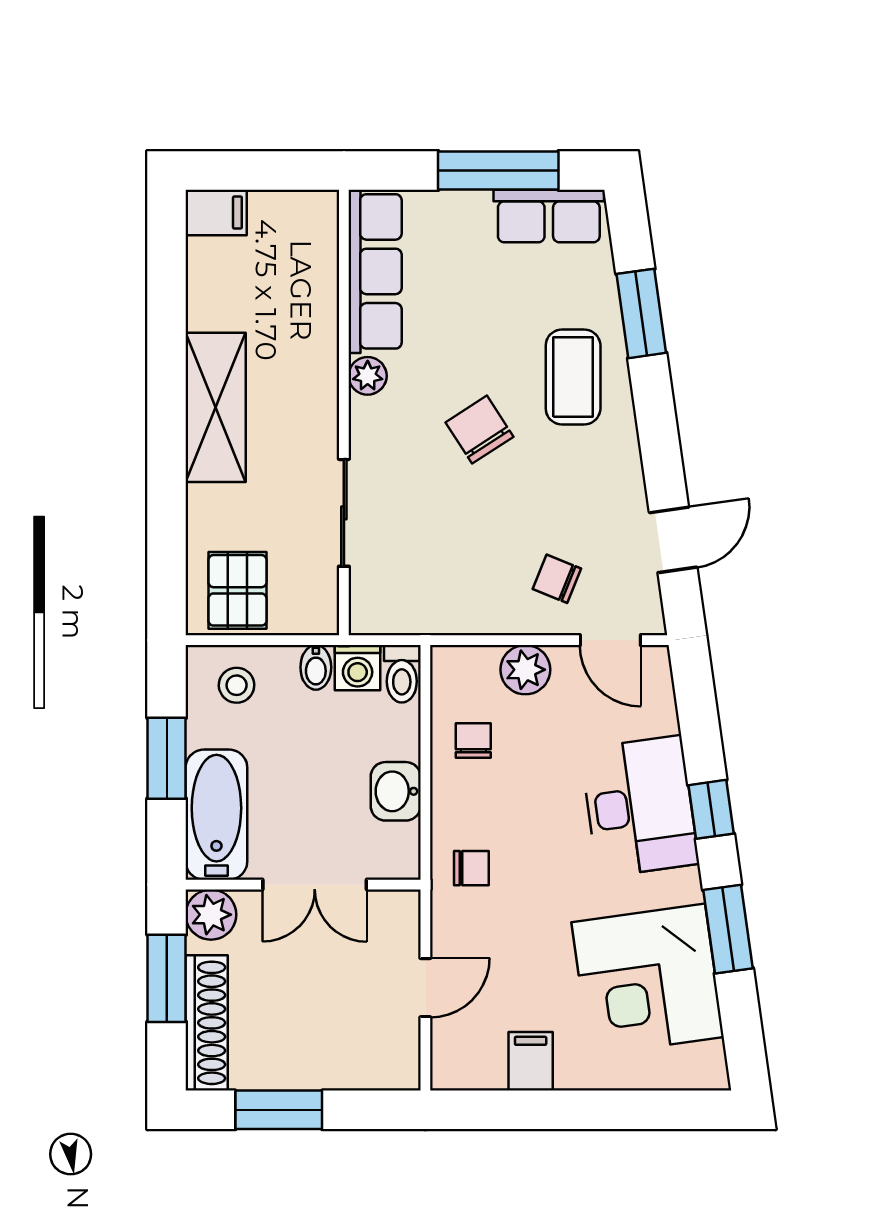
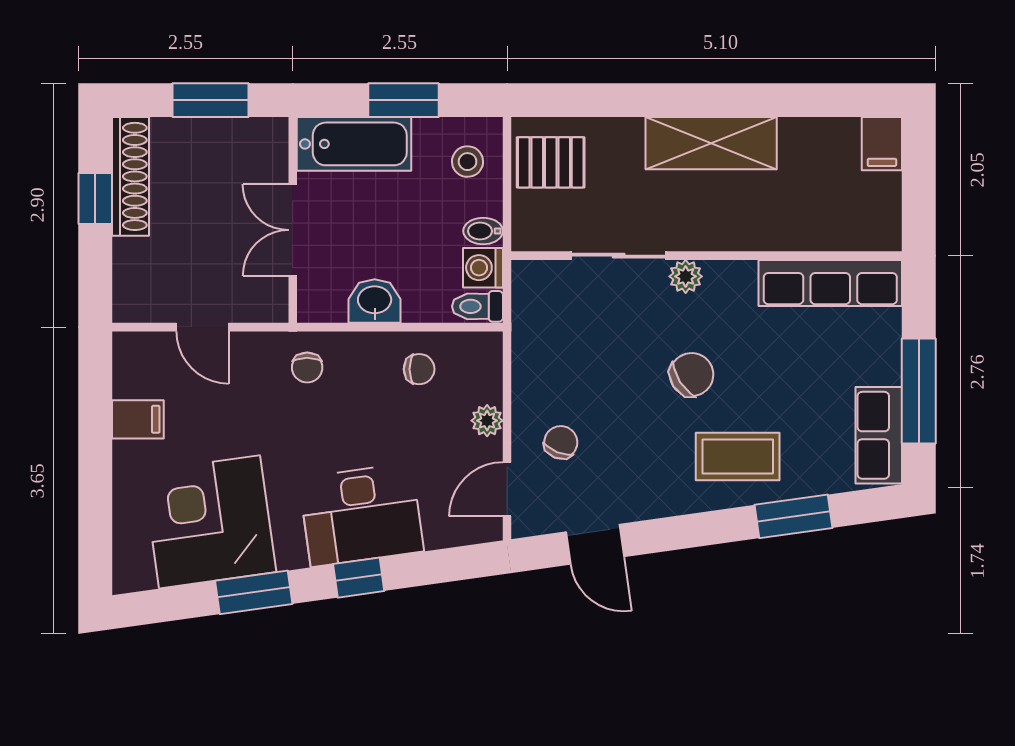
plant: (368, 376) -> (686, 276), moved
plant: (525, 670) -> (487, 421), width x0.73, depth x0.73
plant: (211, 915) -> (266, 139), removed
shoe rack: (207, 1023) -> (130, 176), moved, turned -90
window: (279, 1110) -> (95, 199), width x0.67

